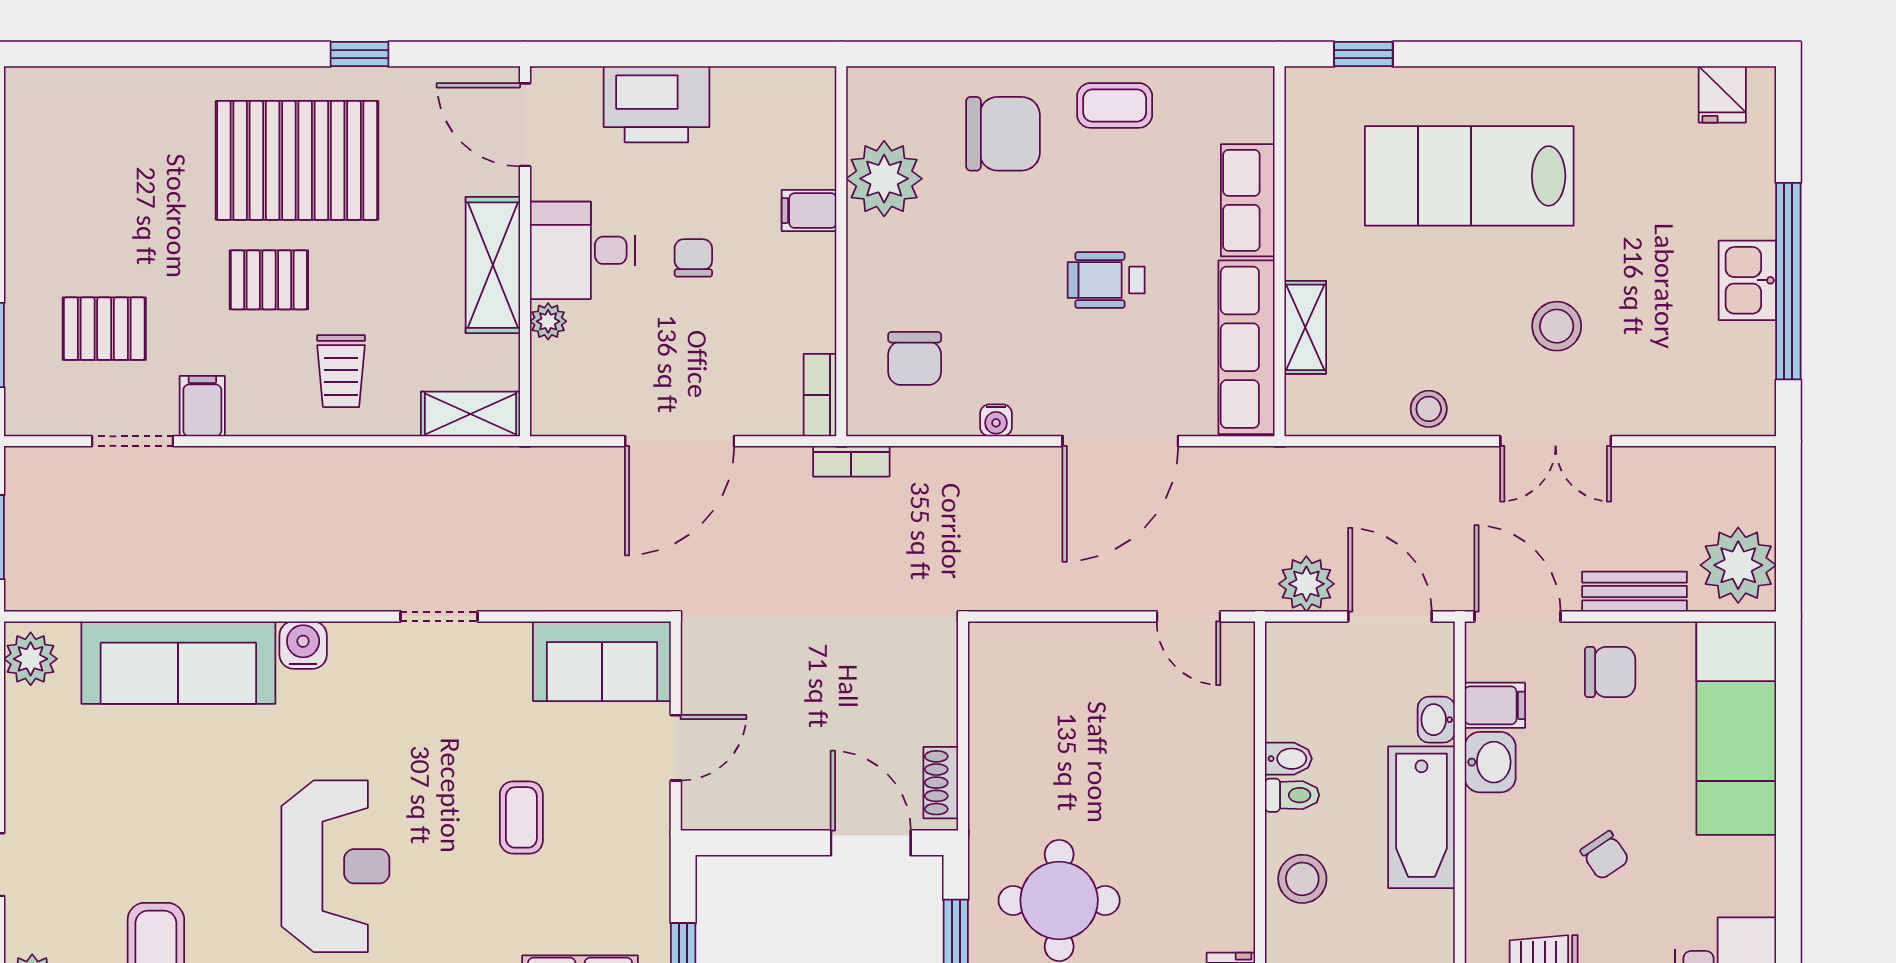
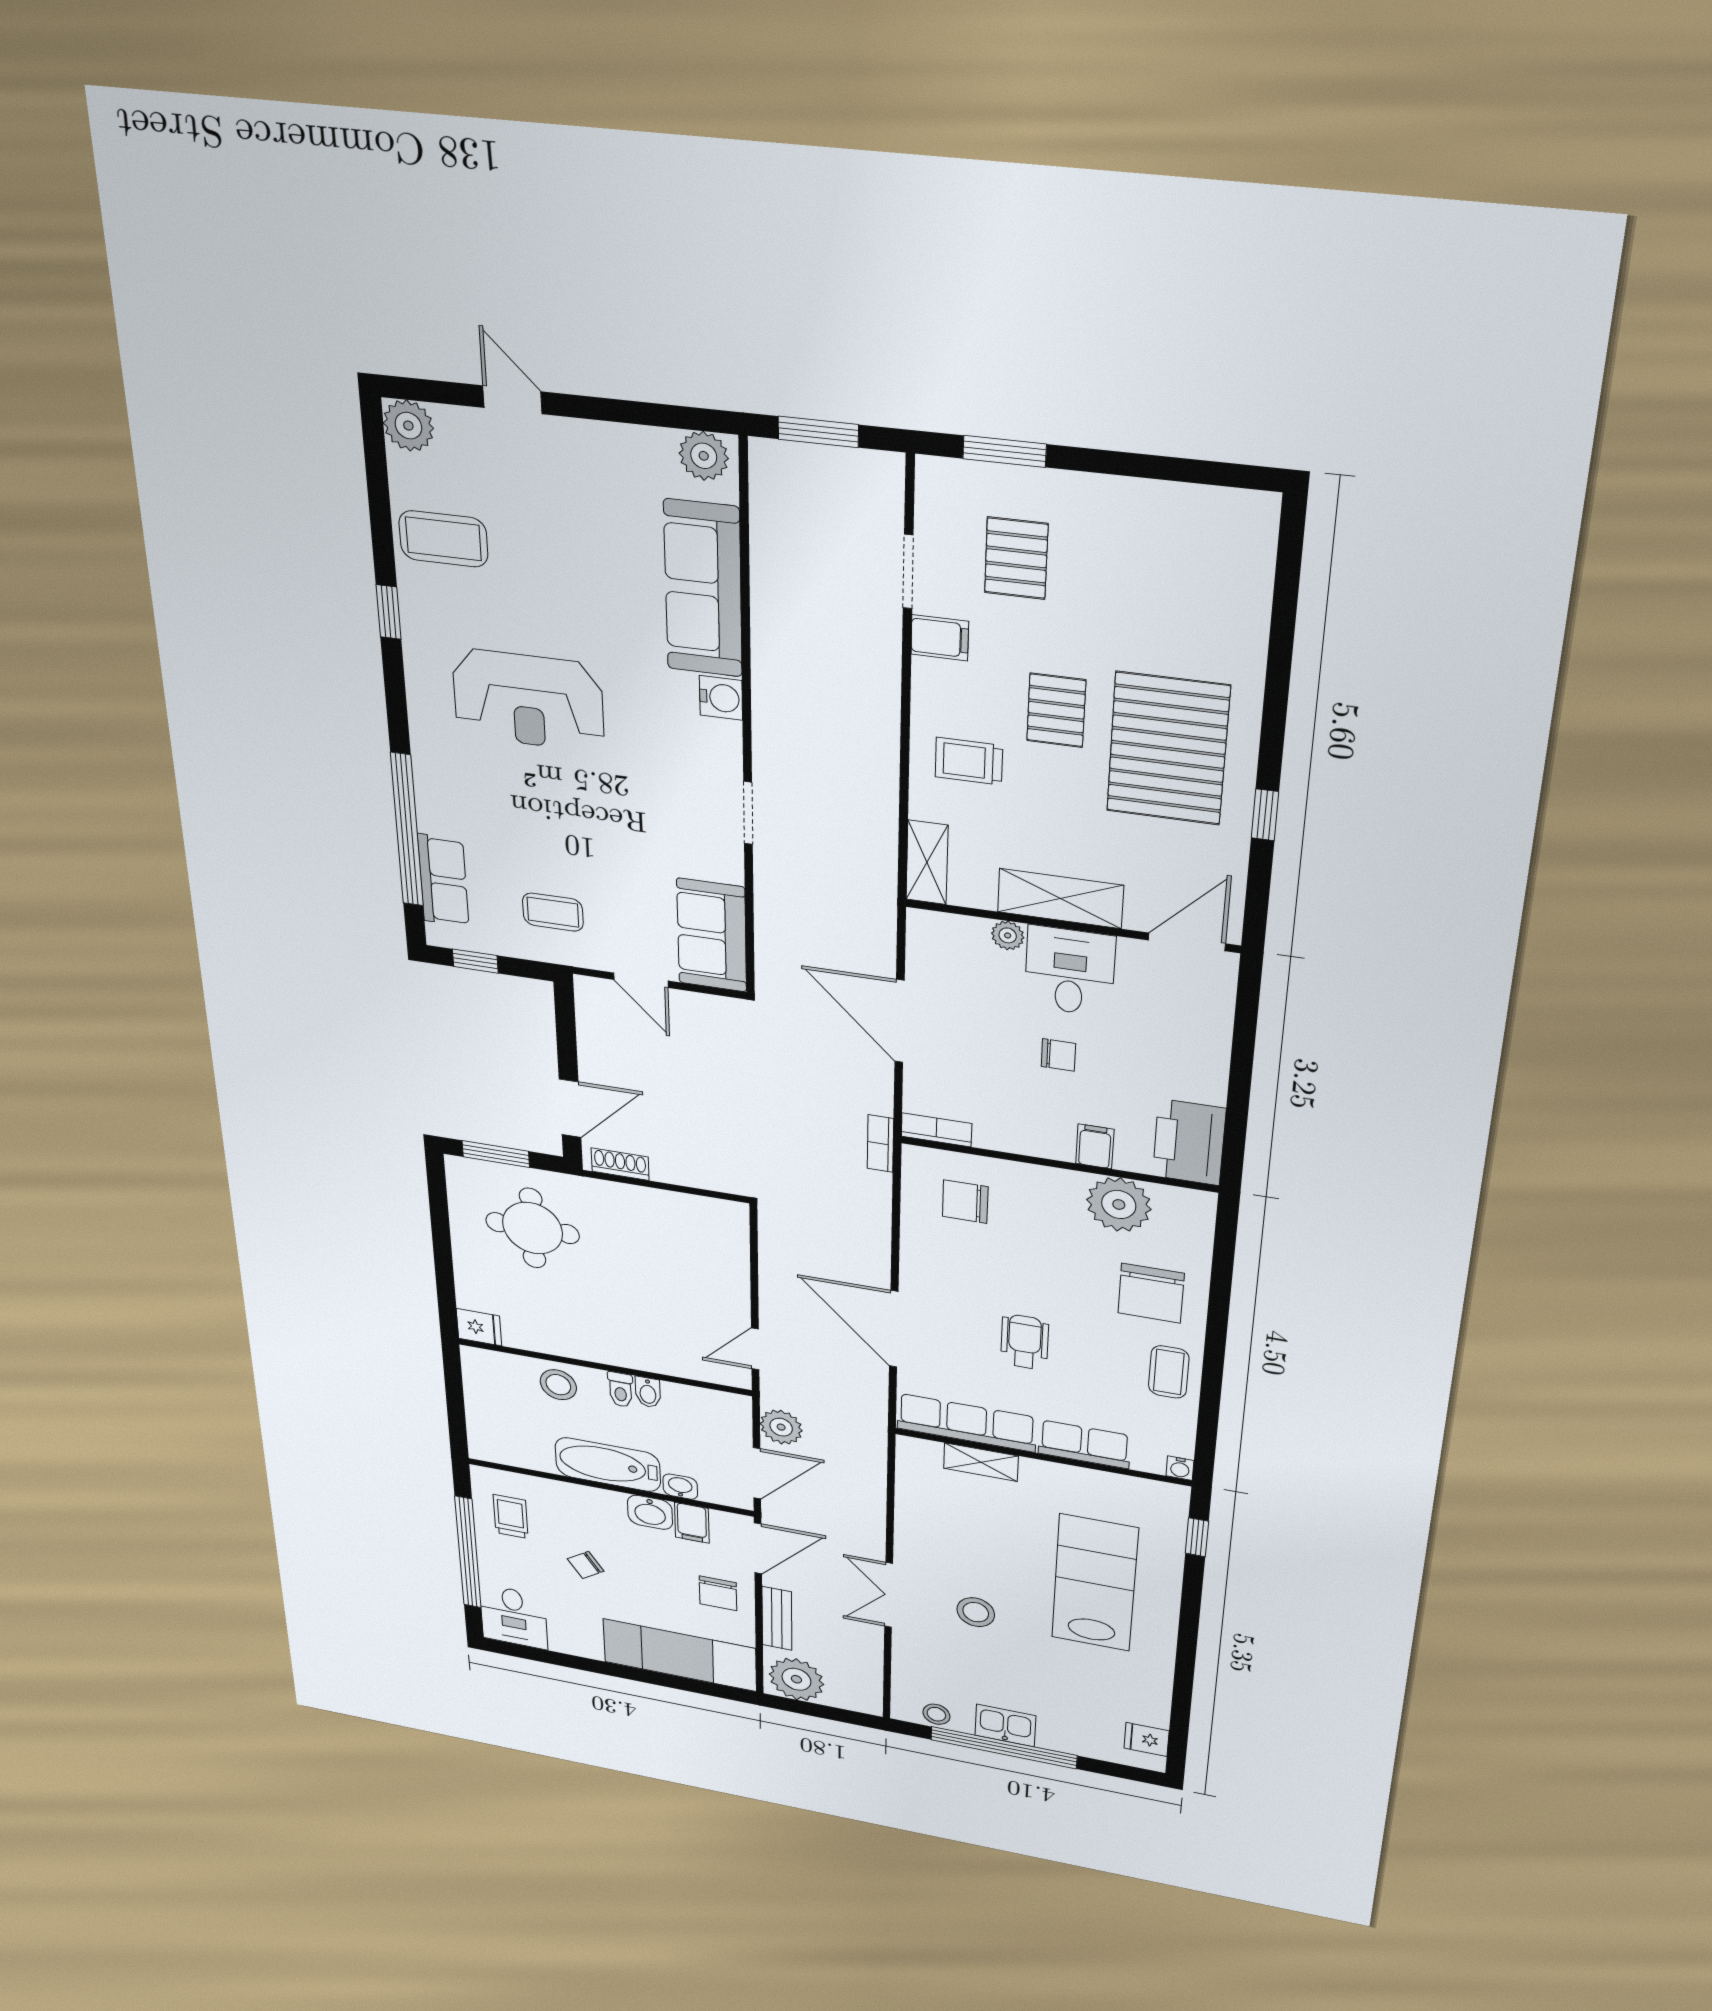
printer: (656, 104) -> (1189, 1142), moved
stool: (1429, 409) -> (936, 1714), moved
water cooler: (996, 420) -> (1180, 1468), moved, turned -90
coffee table: (521, 817) -> (553, 912), moved

